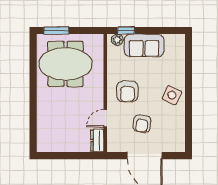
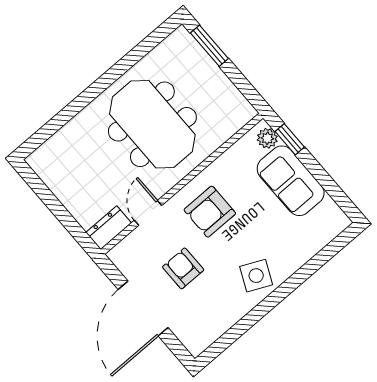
meeting table: (65, 64) -> (152, 124), moved
door: (105, 118) -> (148, 213), hinge flipped
armchair: (142, 124) -> (183, 268), turned 82

